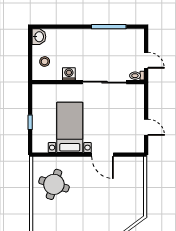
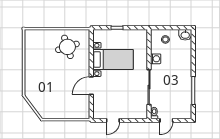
round table: (54, 184) -> (67, 47), turned -36

